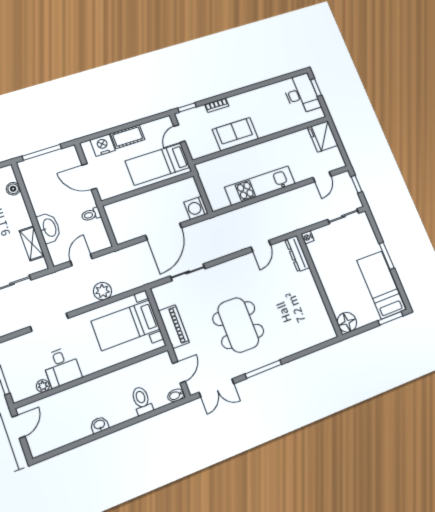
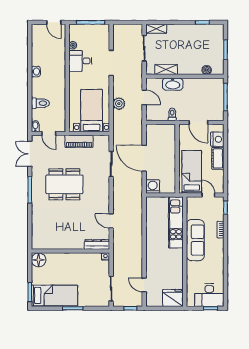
sofa: (235, 134) -> (195, 240), width x1.36
door: (89, 177) -> (198, 122), swing flipped
kitchen unit: (260, 185) -> (176, 222), moved, turned 180

